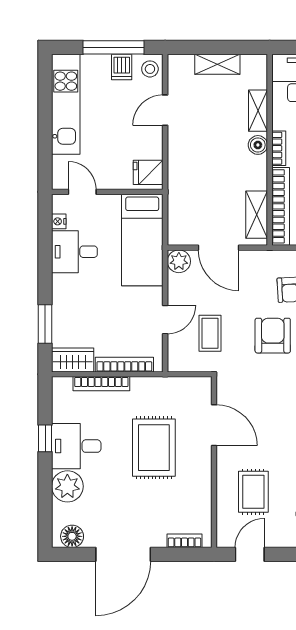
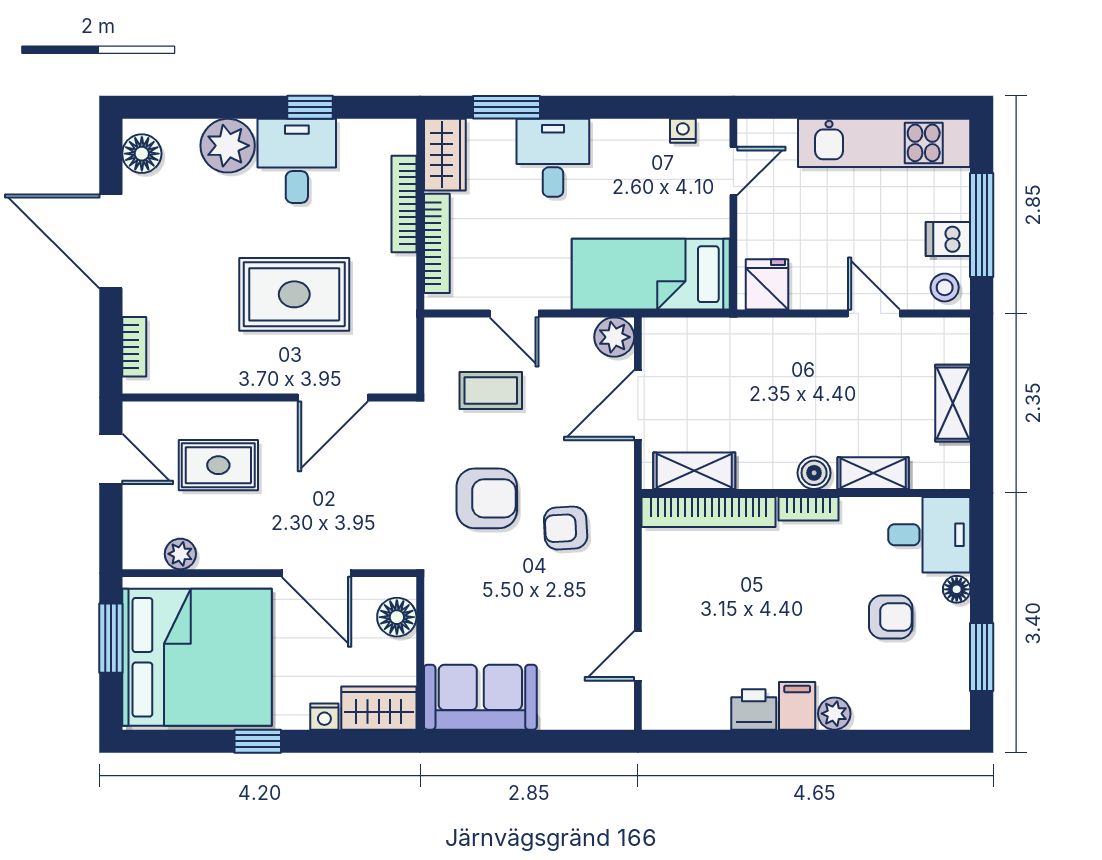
desk: (74, 252) -> (553, 158), moved

